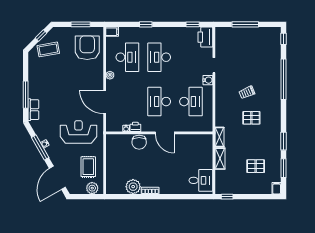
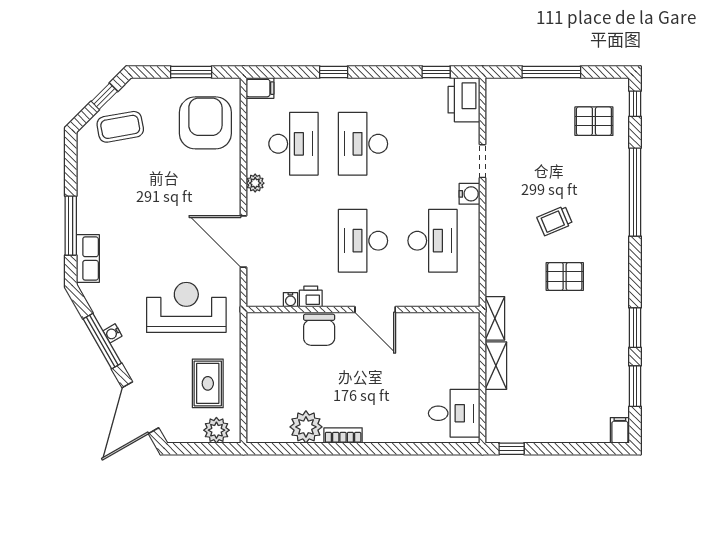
pallet: (256, 166) -> (594, 121), moved

